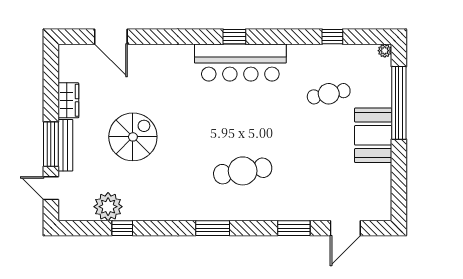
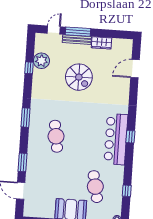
cafe table: (329, 94) -> (95, 187), width x1.37, depth x1.35

